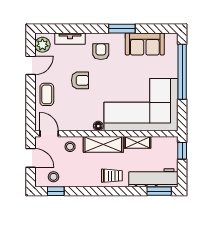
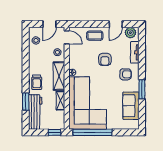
door: (31, 65) -> (116, 24), hinge flipped
window: (182, 72) -> (92, 132), moved
door: (49, 134) -> (67, 37), hinge flipped
window: (56, 191) -> (26, 42), removed
window: (159, 191) -> (26, 102), moved

